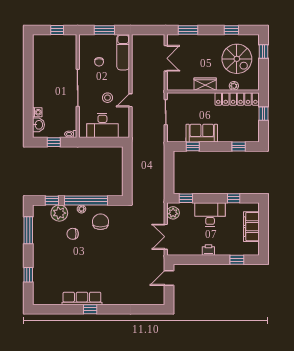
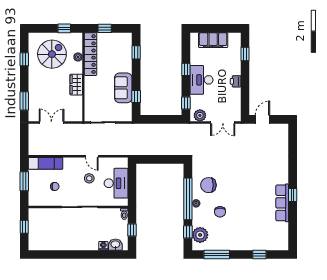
window: (264, 51) -> (64, 28), moved
window: (234, 198) -> (186, 69), moved
plant: (59, 213) -> (200, 235), moved
door: (169, 278) -> (262, 119), swing flipped

